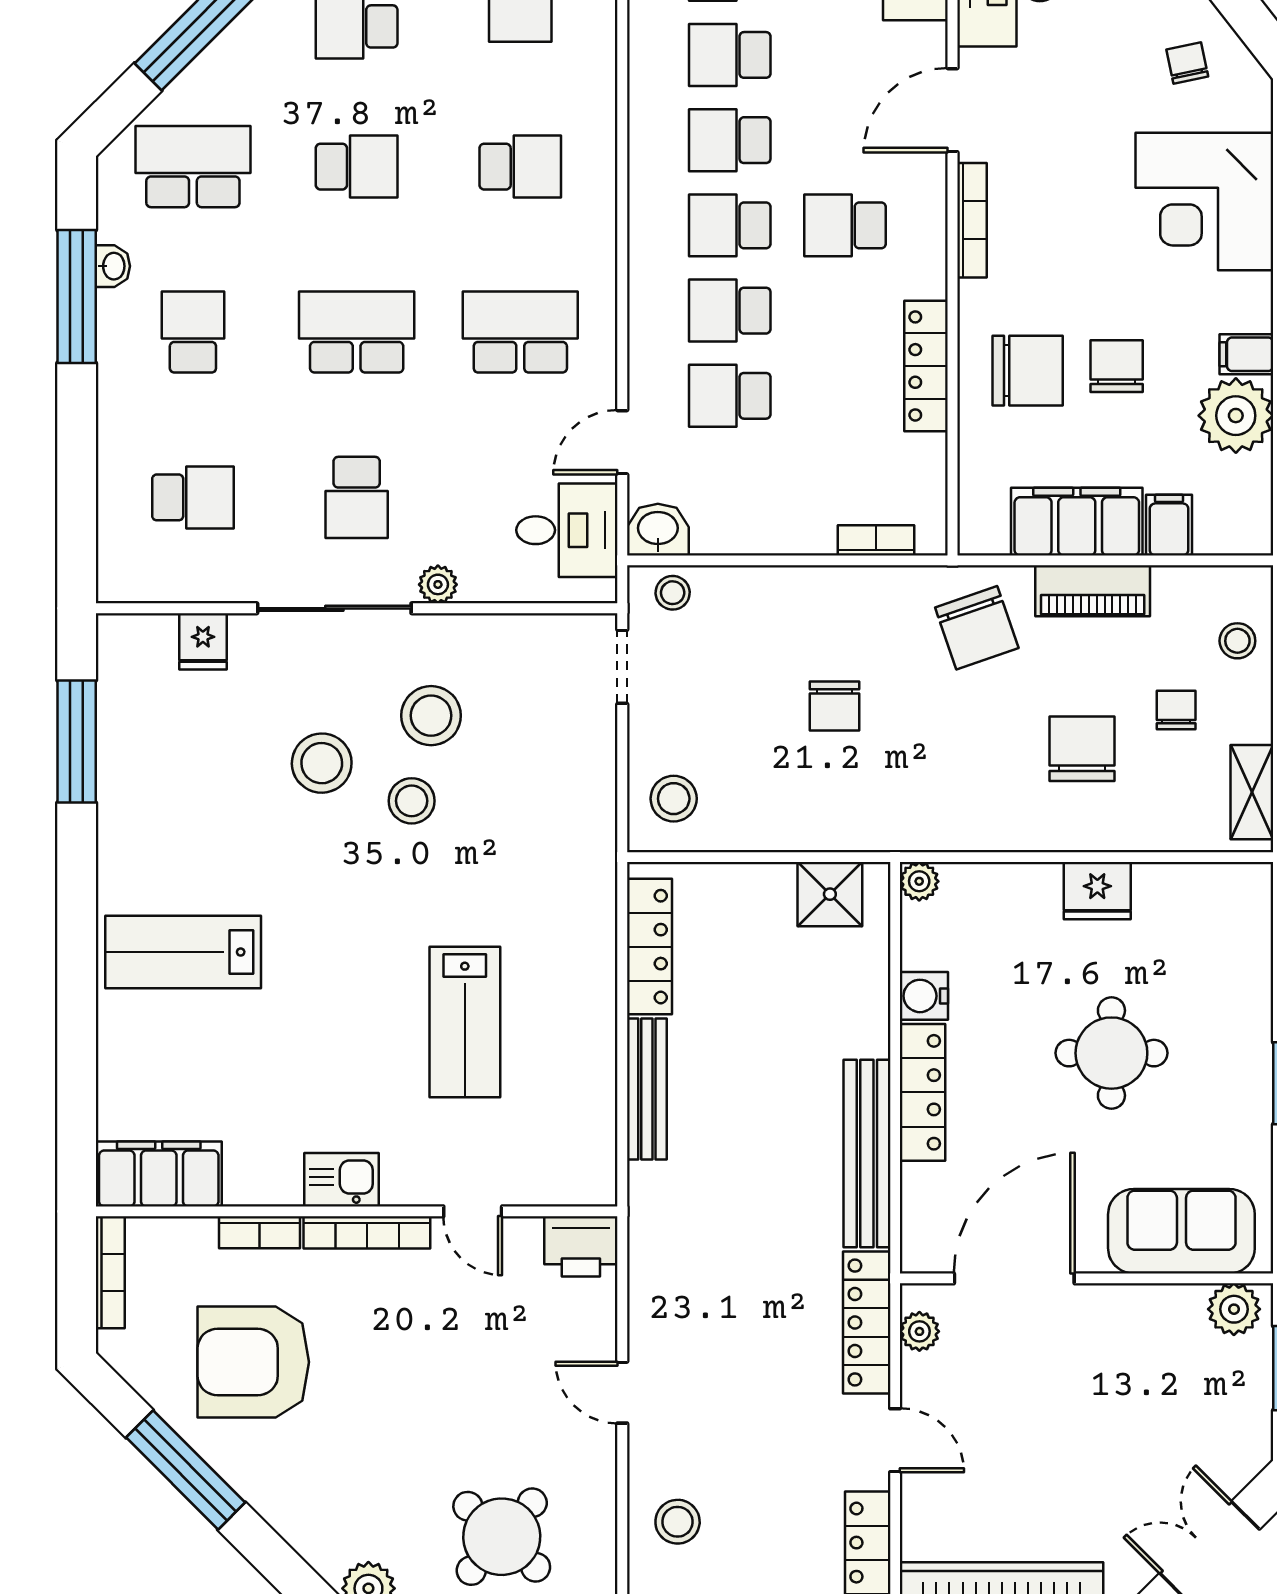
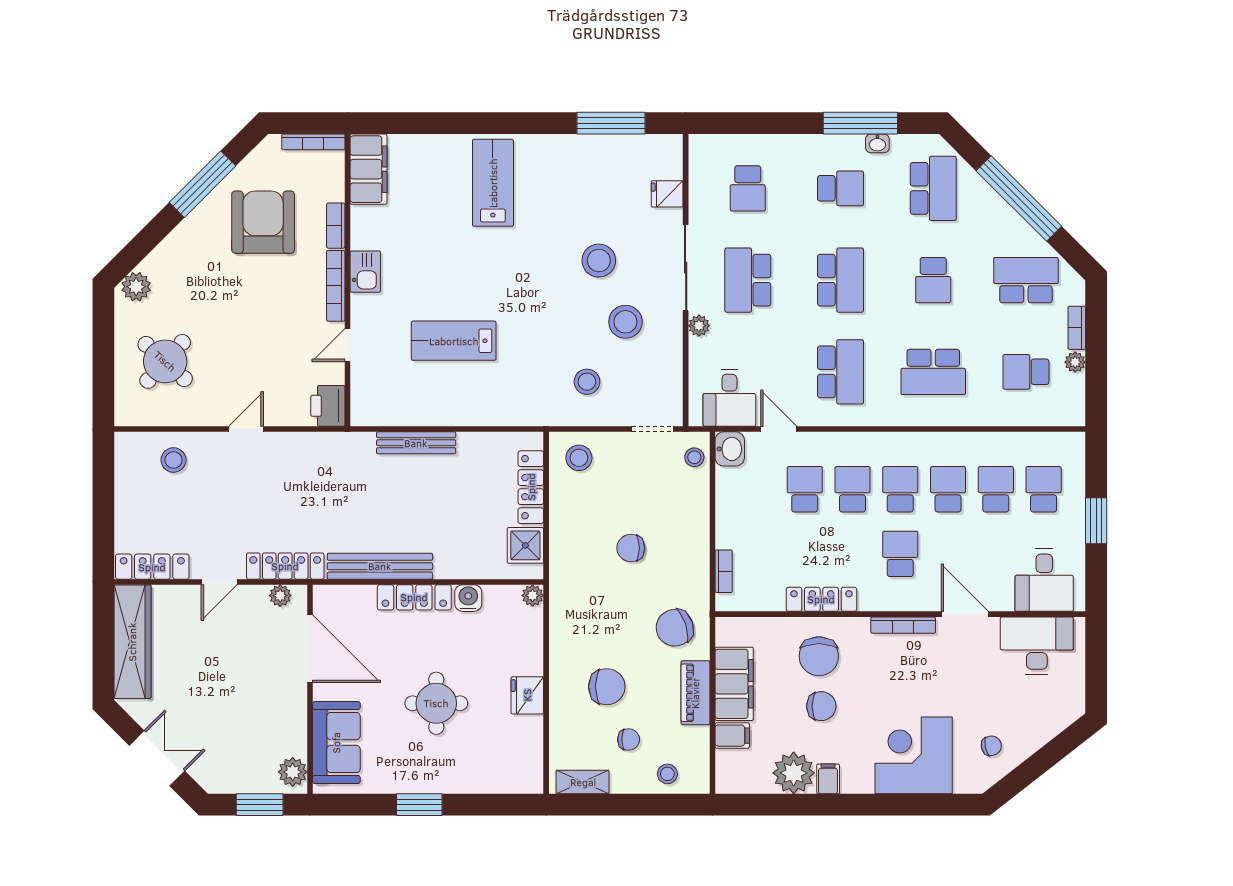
school desk: (520, 167) -> (933, 372), width x1.85
school desk: (357, 497) -> (748, 280), width x1.85
stool: (412, 801) -> (587, 382), moved
locker: (650, 947) -> (531, 487), moved, turned 90

